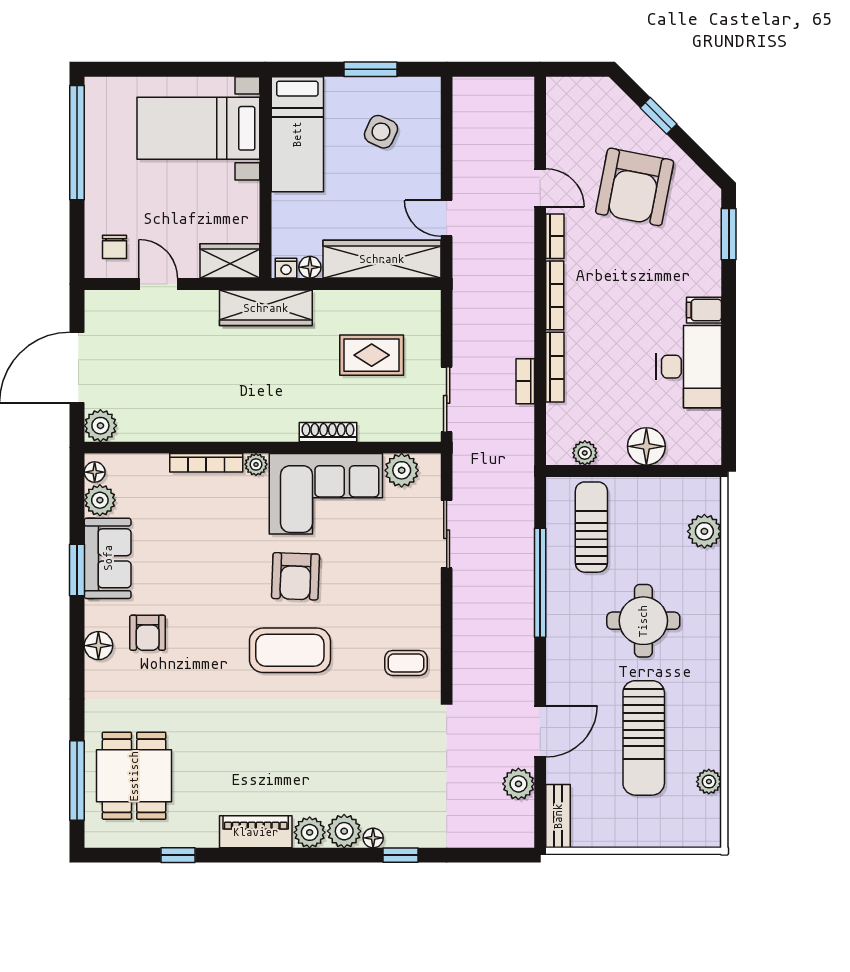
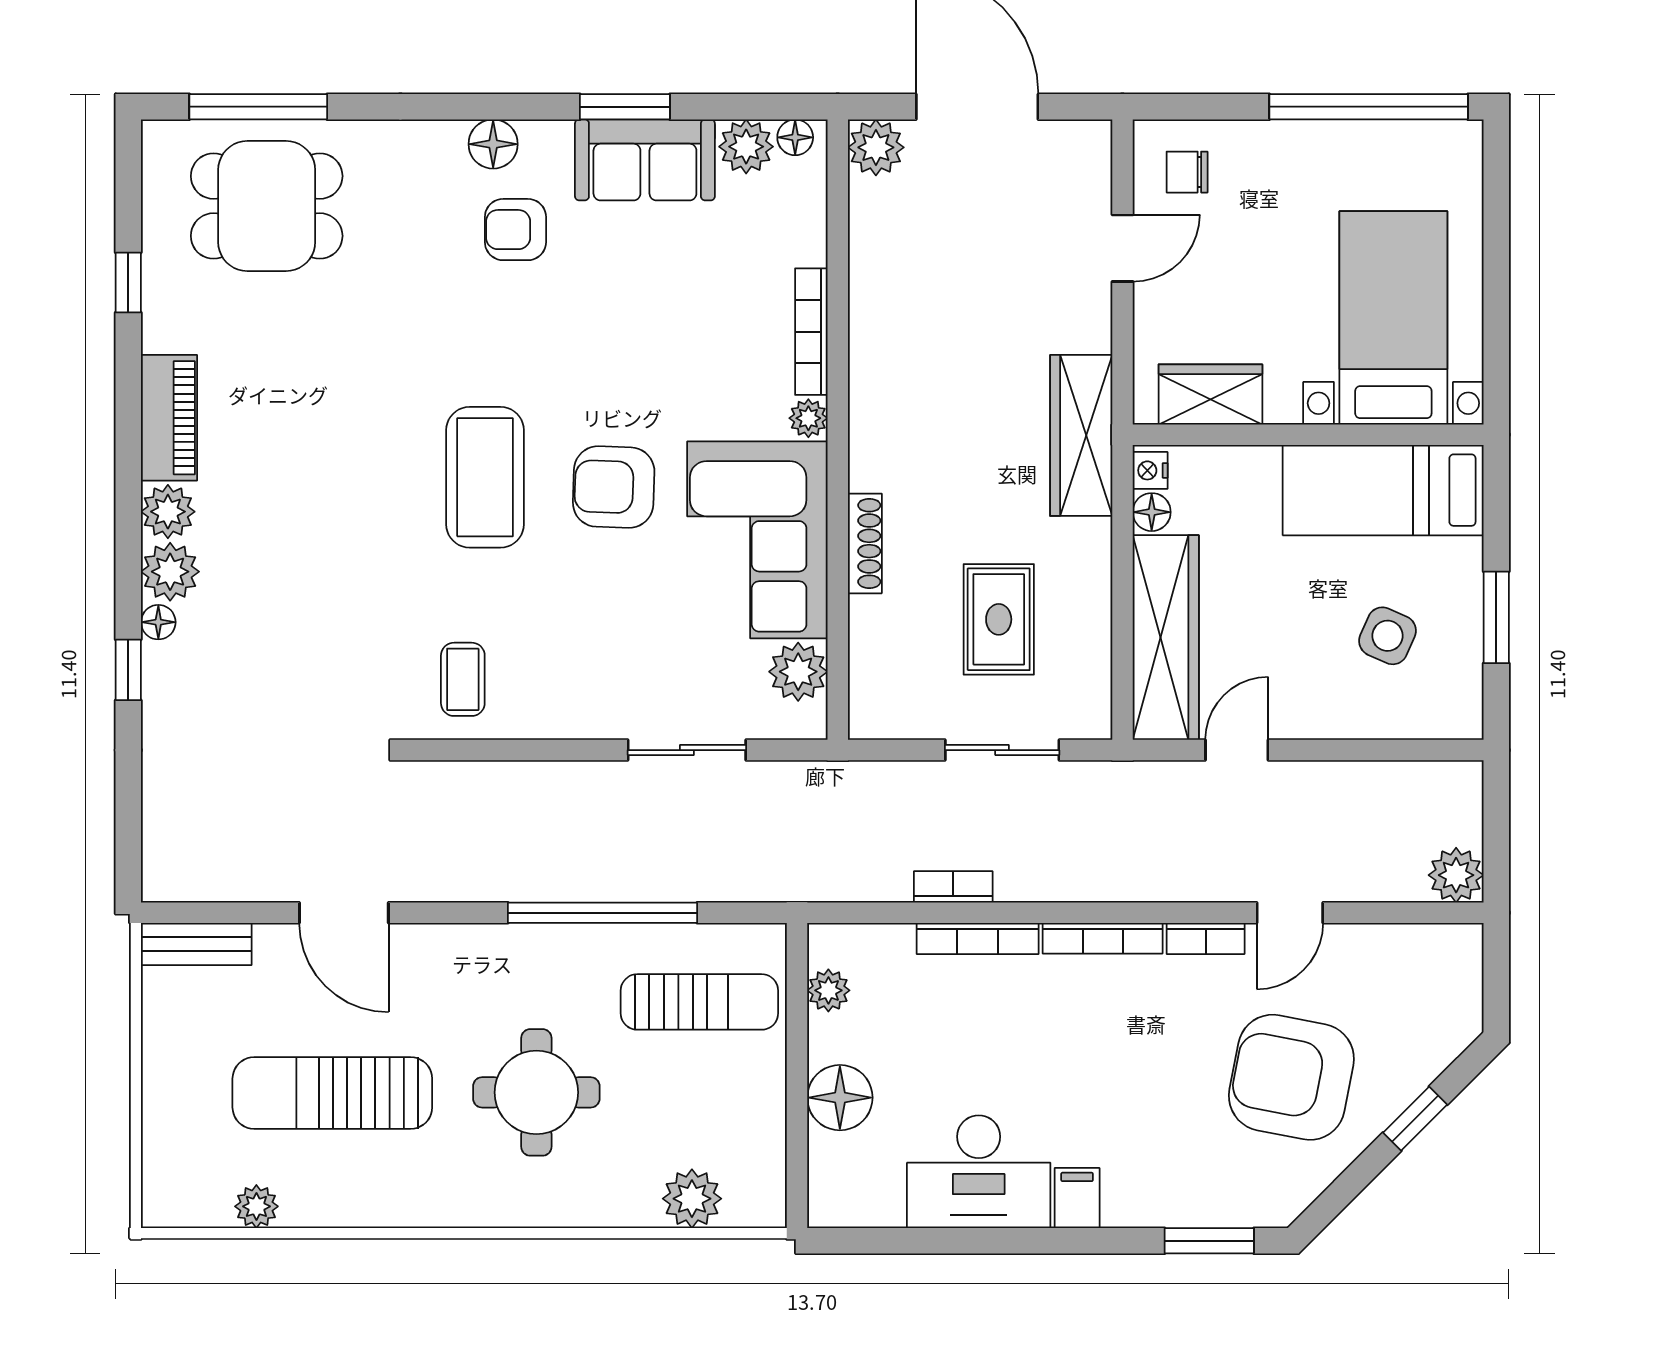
wardrobe: (230, 261) -> (1210, 394), moved, turned -90
sliding door: (447, 399) -> (1002, 750), moved
plant: (518, 784) -> (1456, 875), moved

